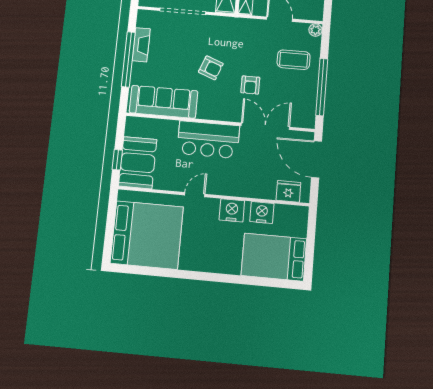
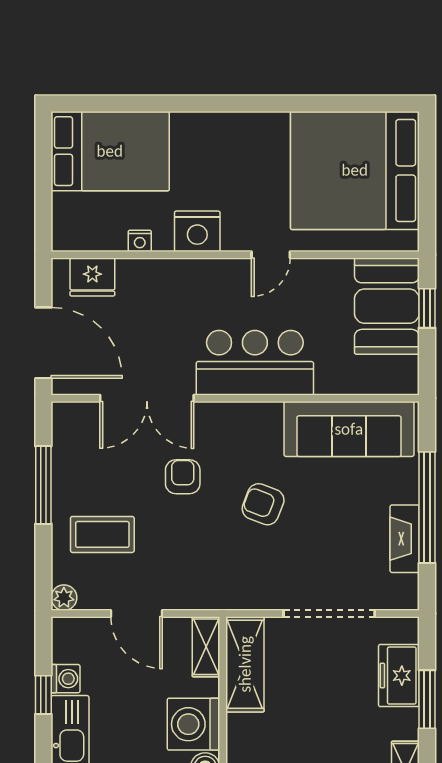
window: (322, 87) -> (43, 485), width x0.68
nightstand: (262, 213) -> (140, 241), width x0.53, depth x0.56

